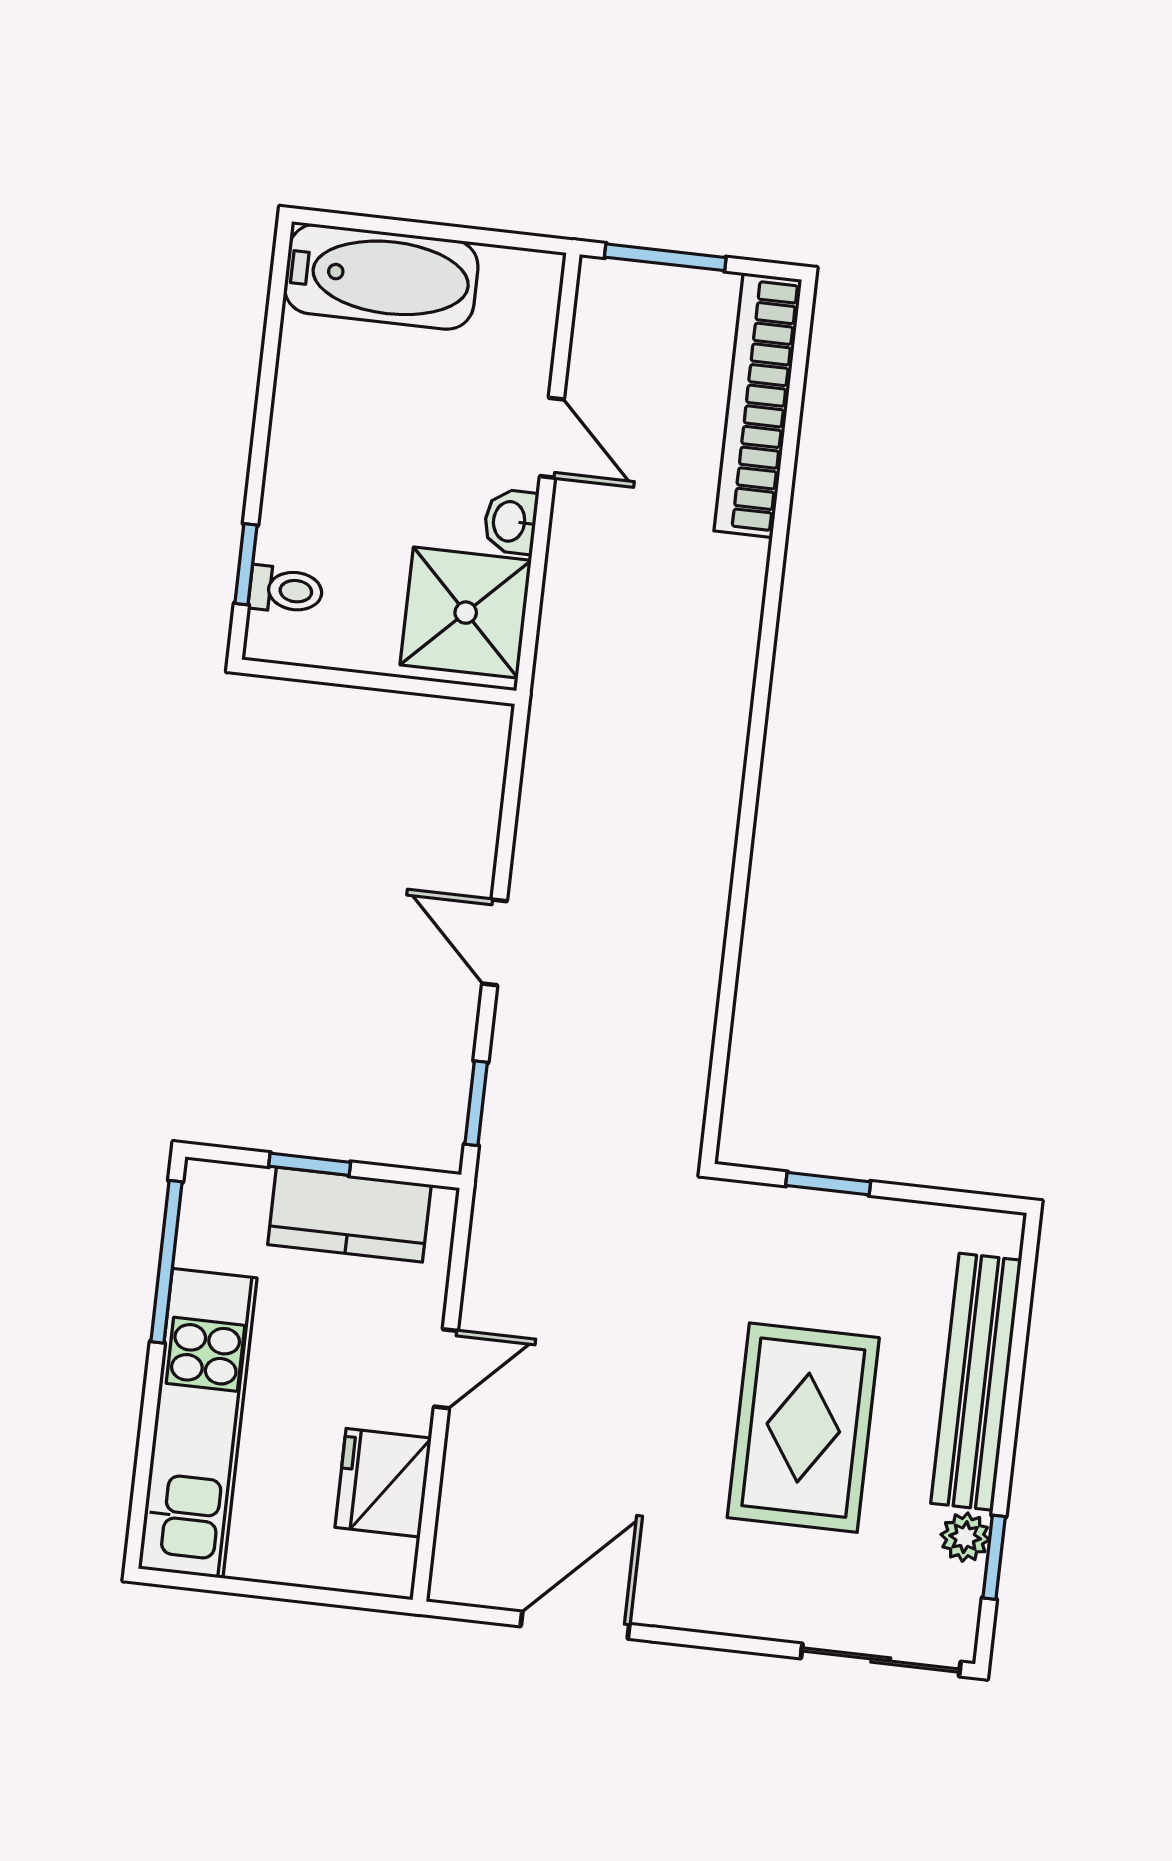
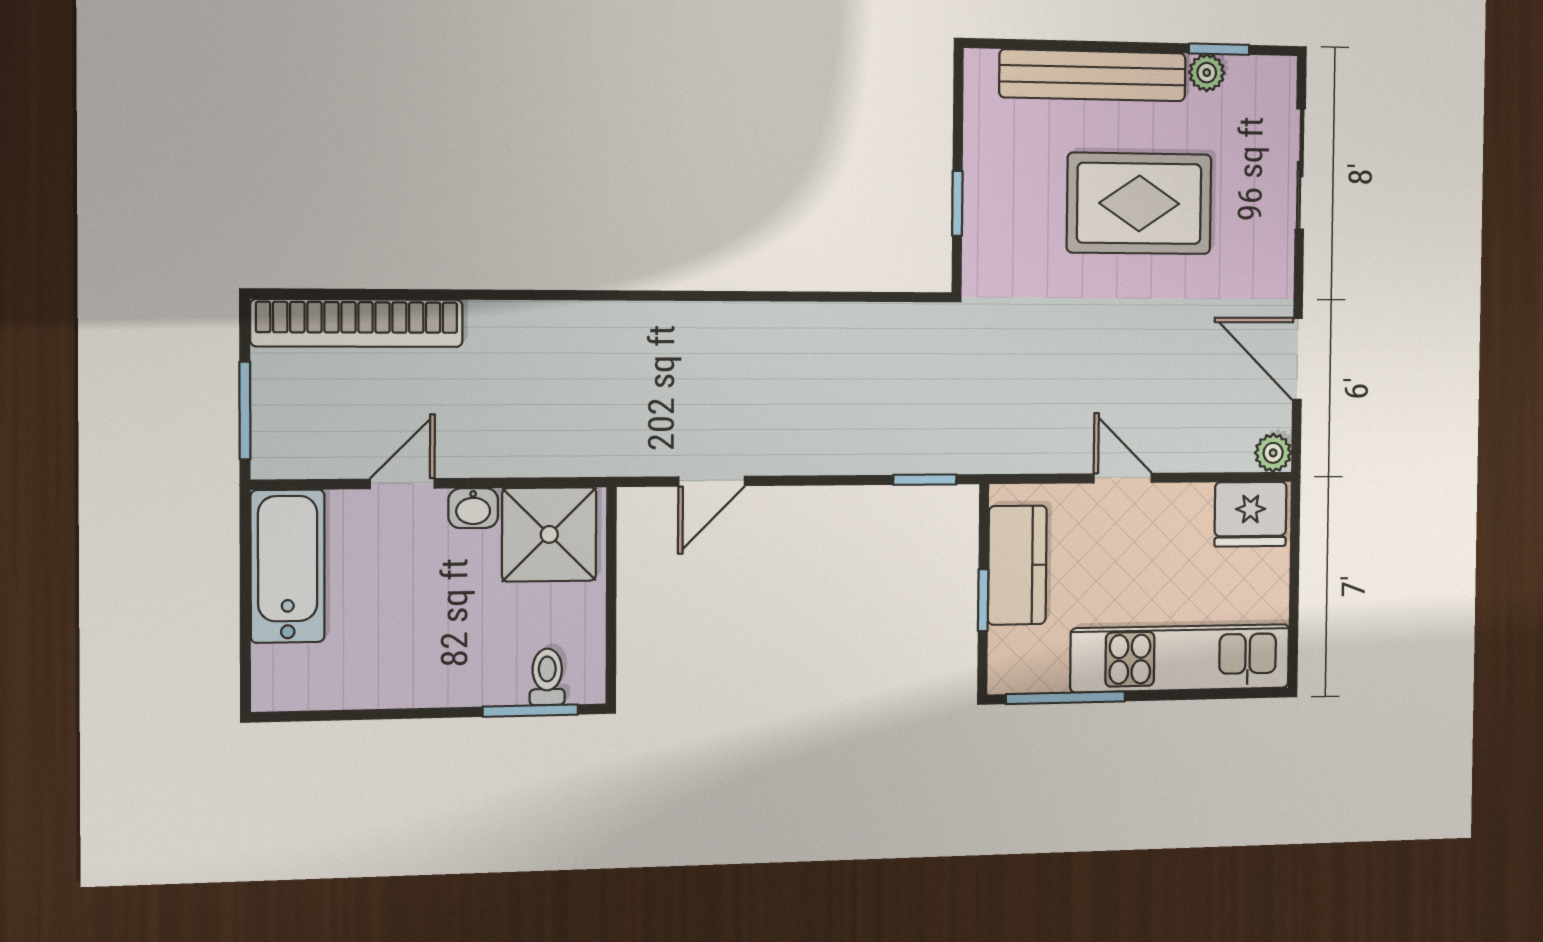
bathtub: (381, 277) -> (288, 566), moved
window: (246, 564) -> (530, 711), width x1.50
door: (494, 942) -> (712, 481), moved
fridge: (383, 1483) -> (1250, 514), moved
plant: (454, 1579) -> (1273, 453), added
sliding door: (881, 1660) -> (1300, 169), moved

